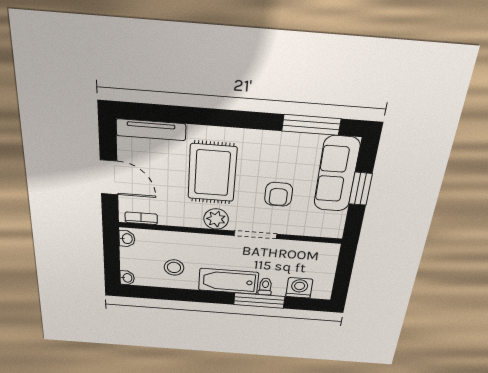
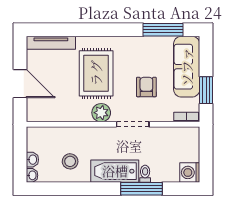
window: (361, 189) -> (206, 90), moved
armchair: (279, 194) -> (146, 87), turned 180
bookcase: (141, 218) -> (186, 117), moved
washbasin: (127, 239) -> (32, 160), moved
washing machine: (299, 288) -> (190, 172), moved, turned -90

